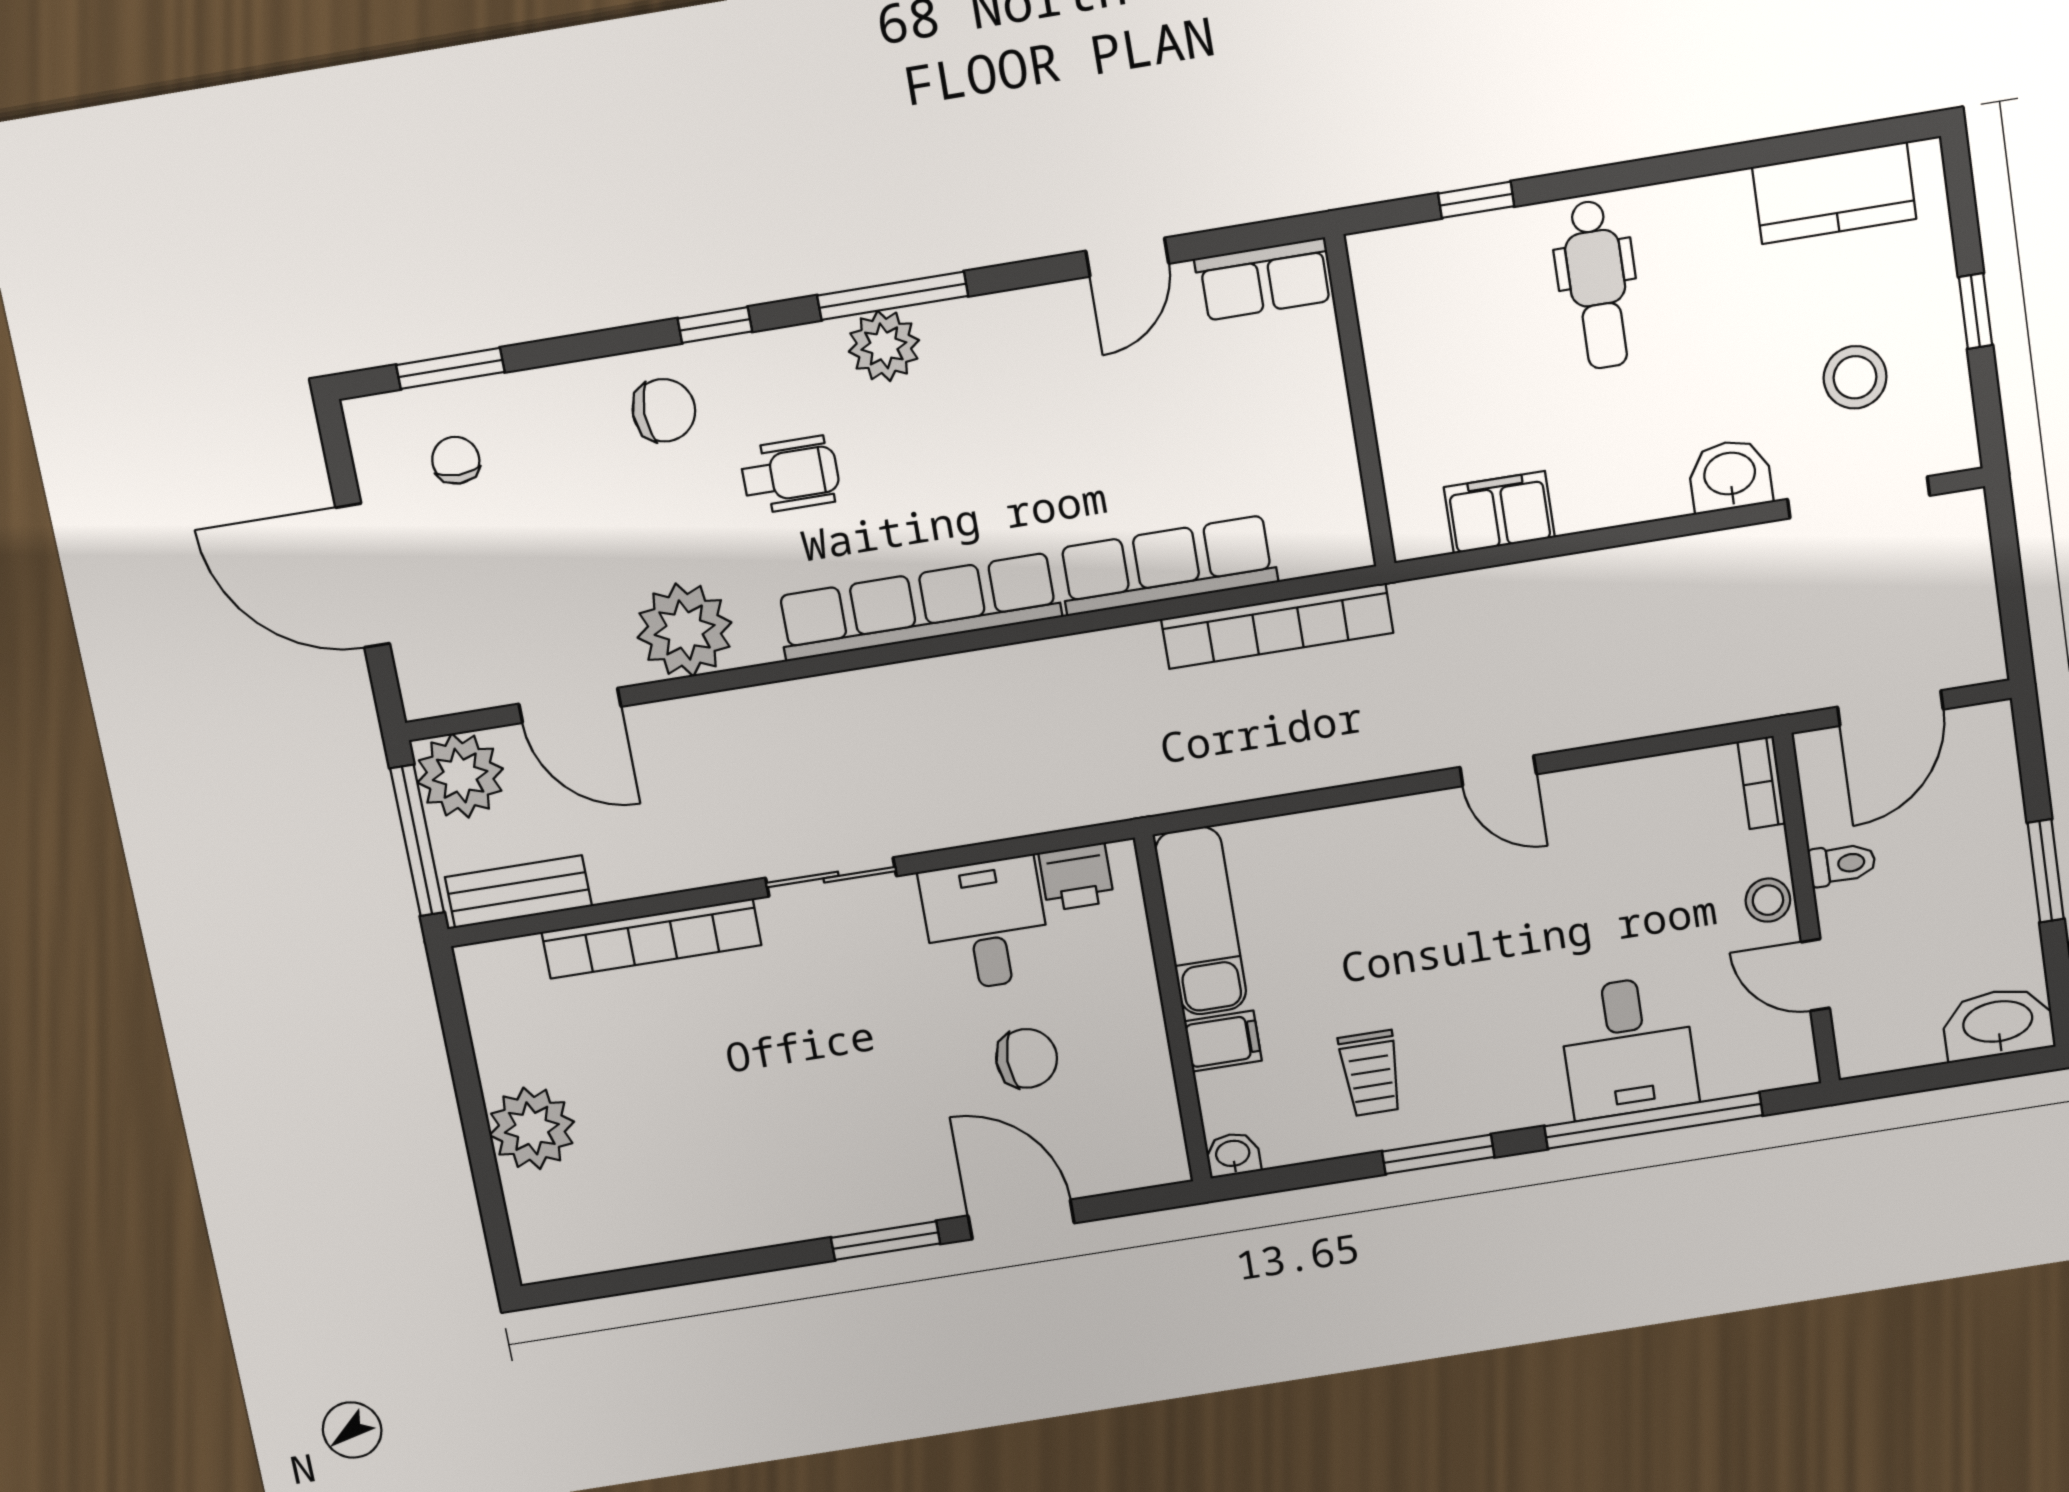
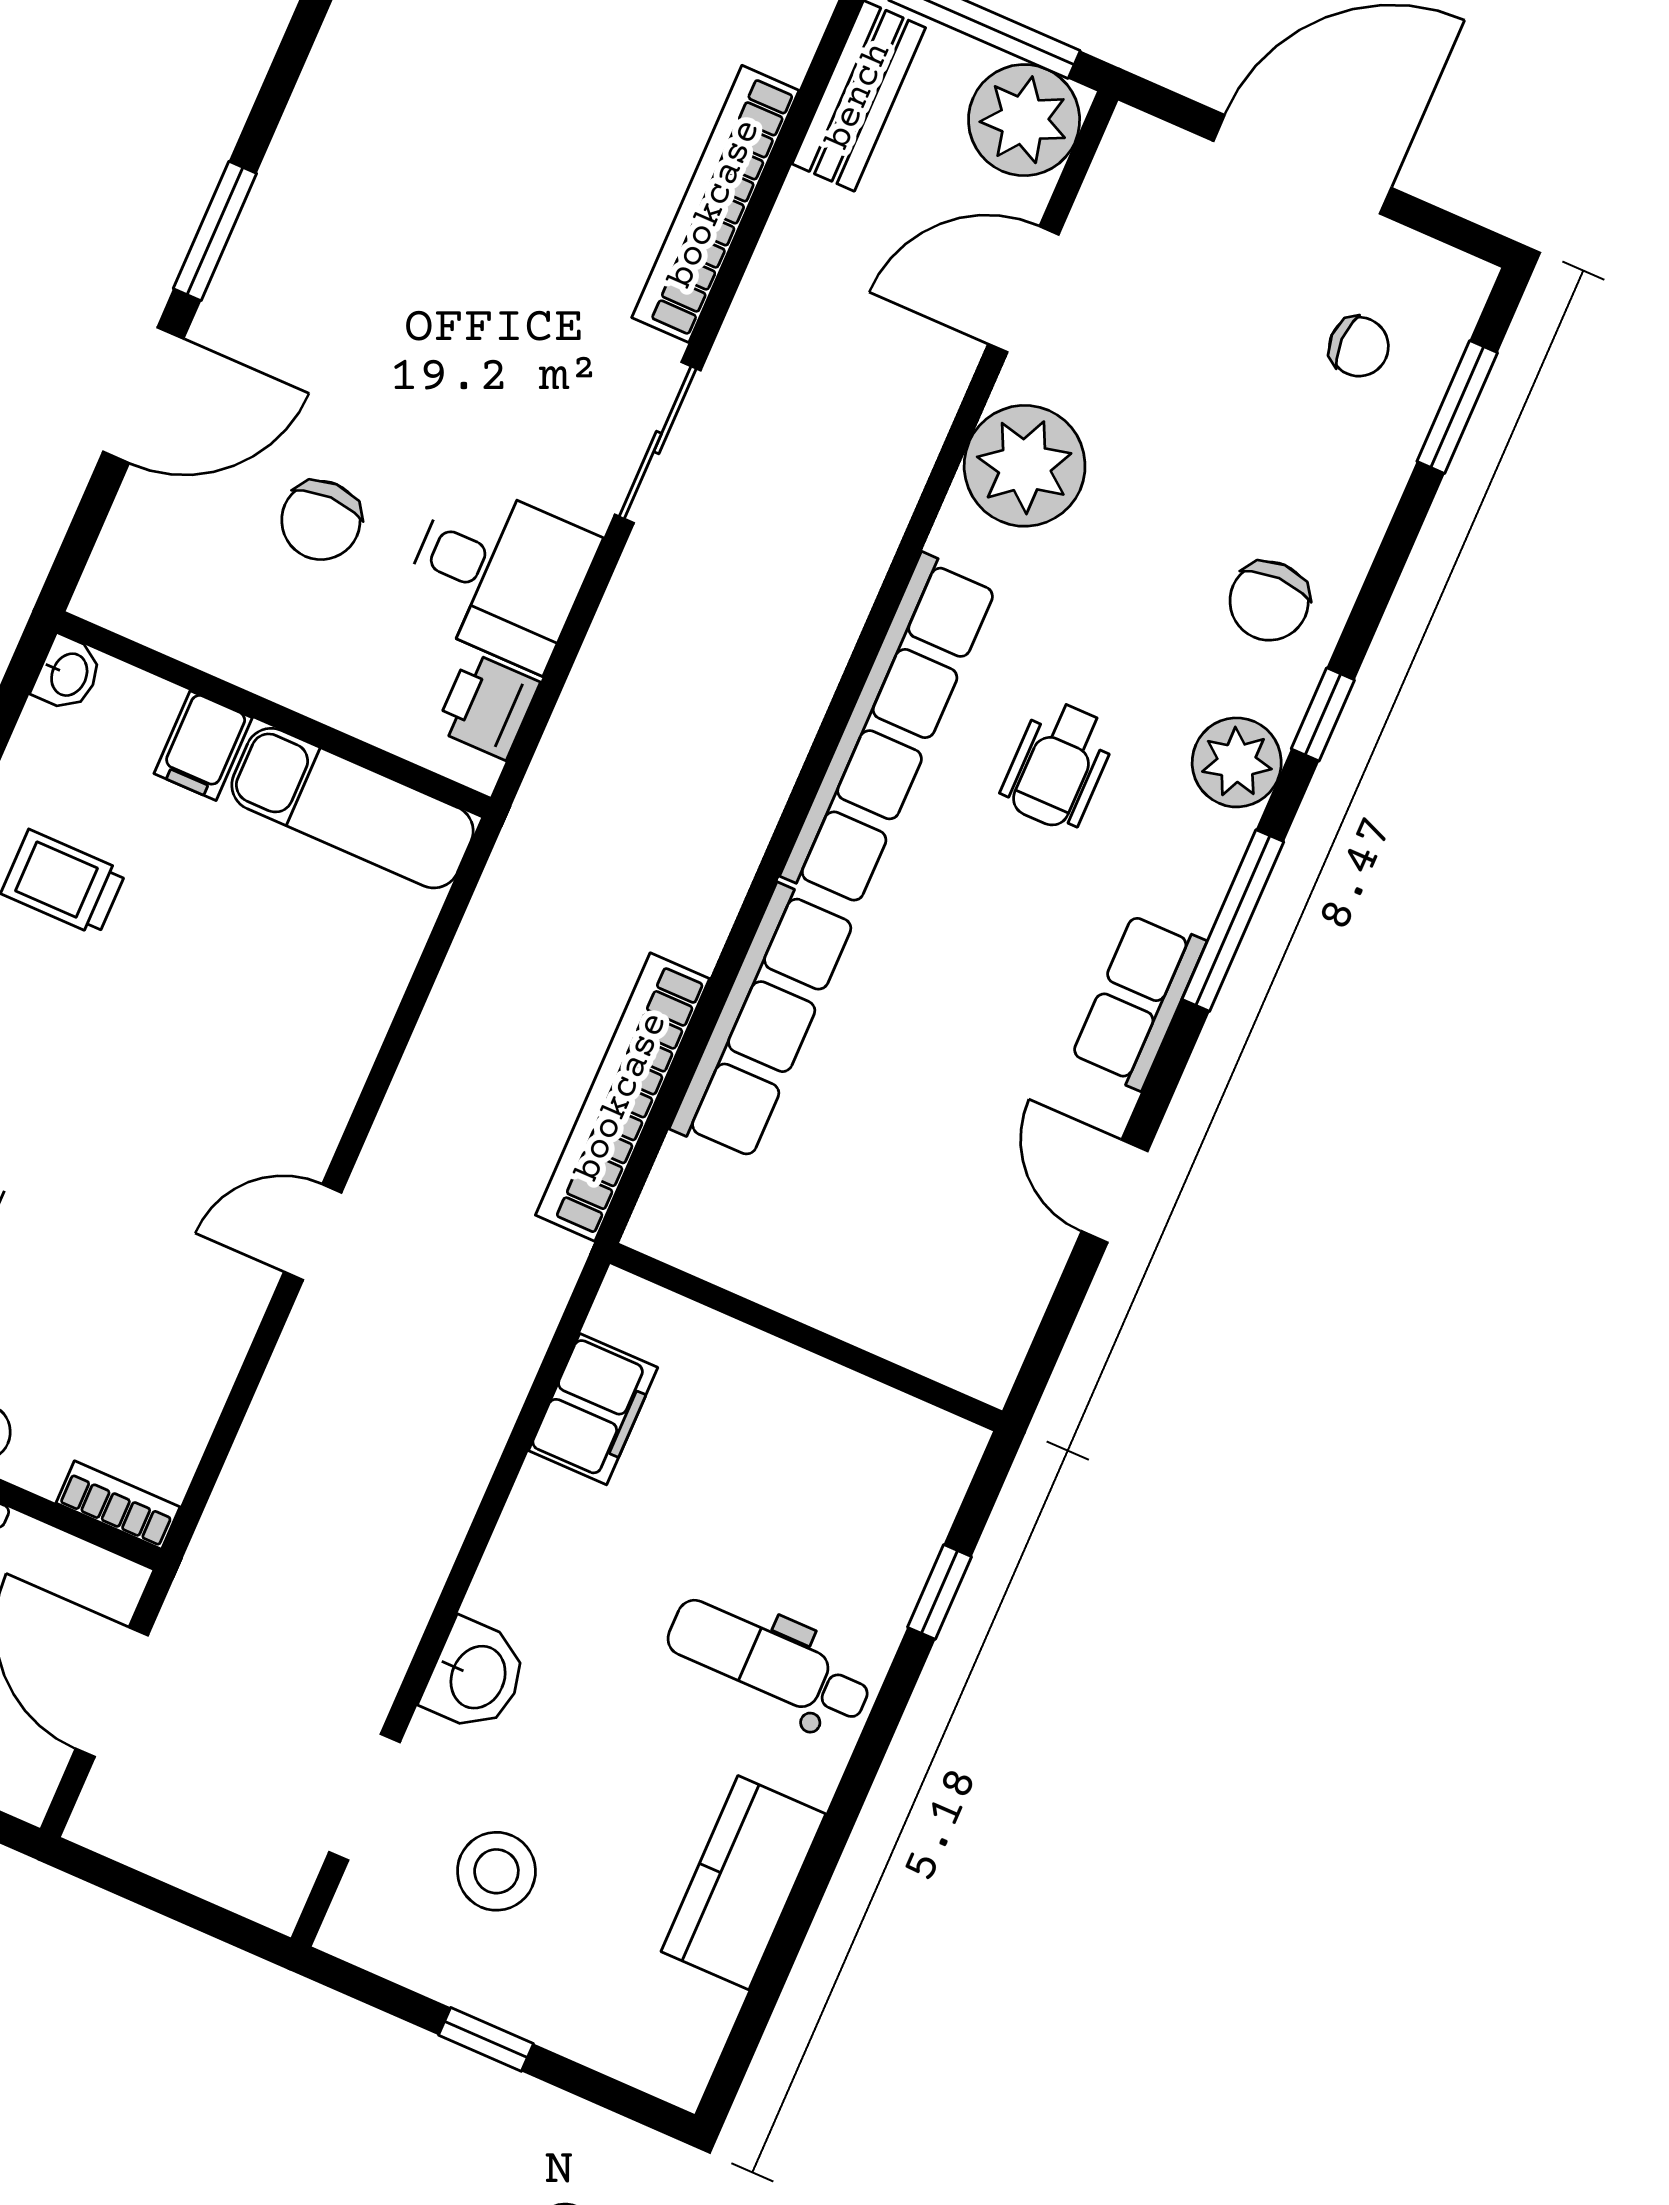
kitchen counter: (1834, 193) -> (743, 1883), moved
row of seats: (1264, 279) -> (1138, 1001), moved
plant: (884, 346) -> (1237, 762), moved
wheelchair: (790, 475) -> (1058, 765), moved
doorway: (1859, 497) -> (365, 1797), width x0.73

